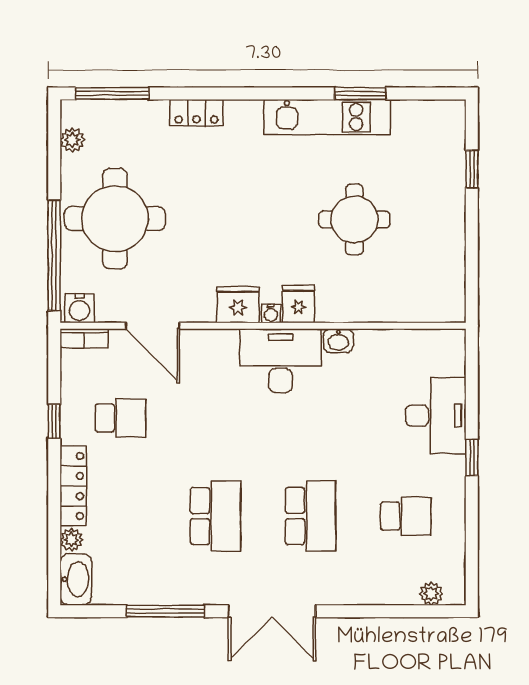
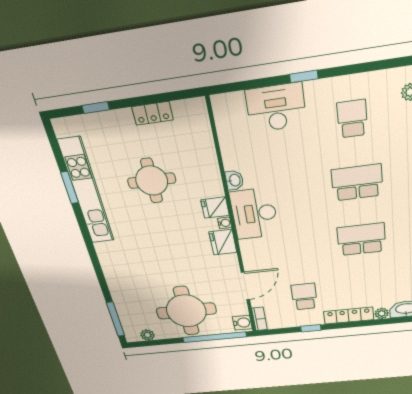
locker: (196, 113) -> (152, 113), moved, turned 90
kitchen unit: (327, 117) -> (87, 192), width x1.36

